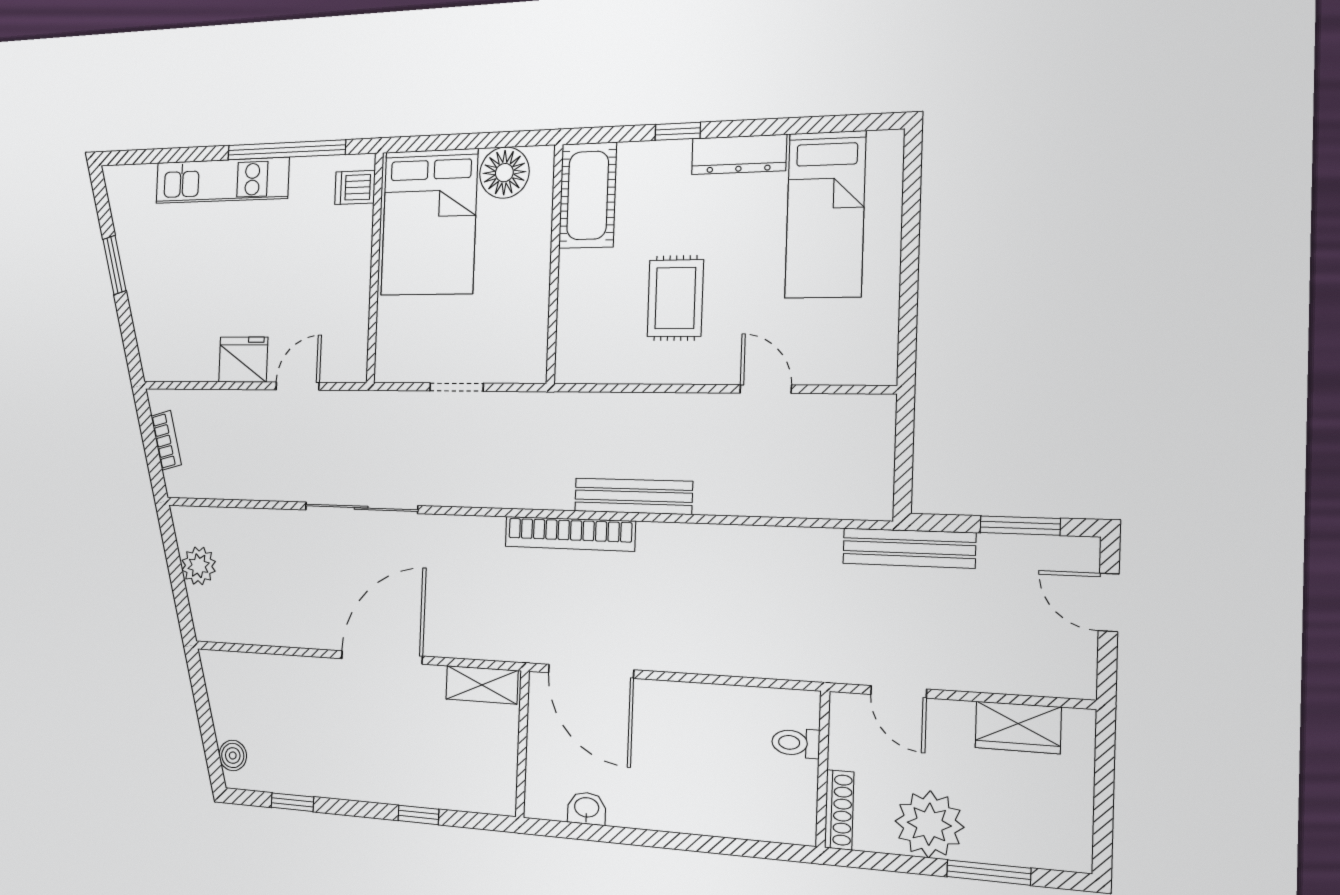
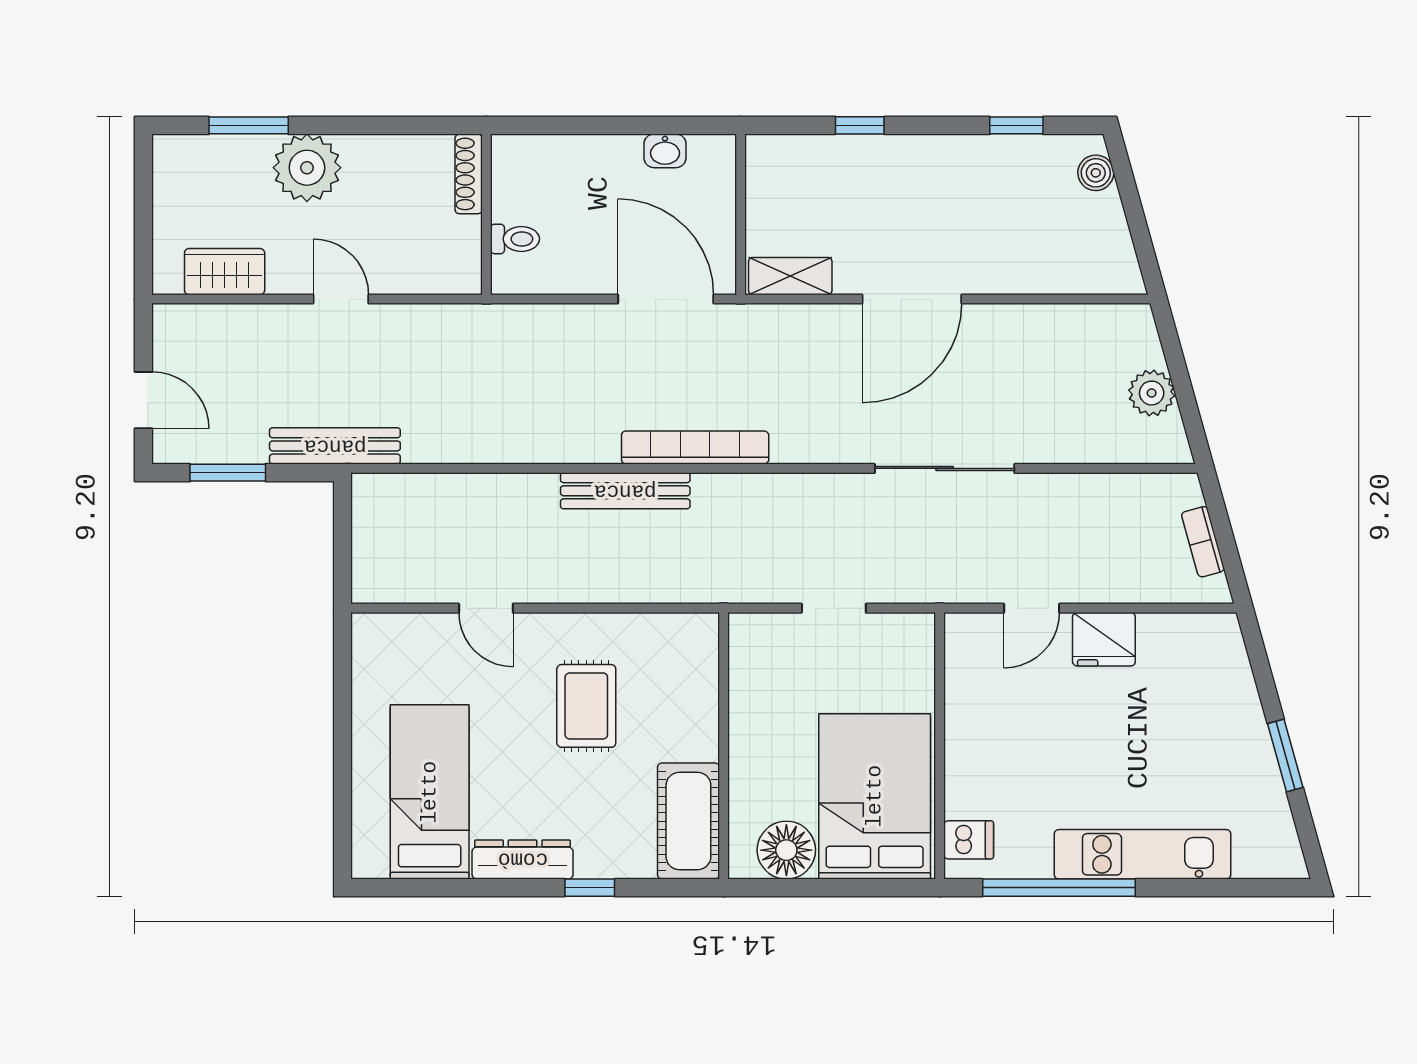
toilet: (796, 743) -> (515, 239), moved
wall: (823, 769) -> (486, 214), moved
shoe rack: (839, 810) -> (469, 174), moved

